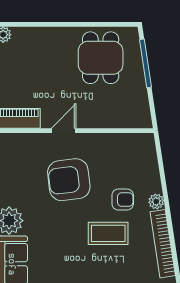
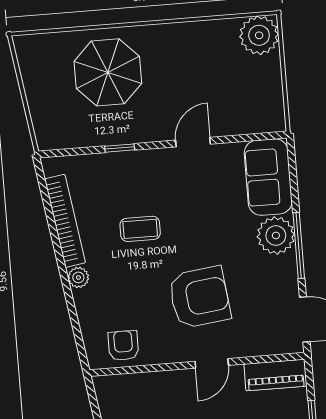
armchair: (123, 200) -> (123, 346), moved, turned 90
coffee table: (108, 233) -> (140, 229), width x0.73, depth x0.77

